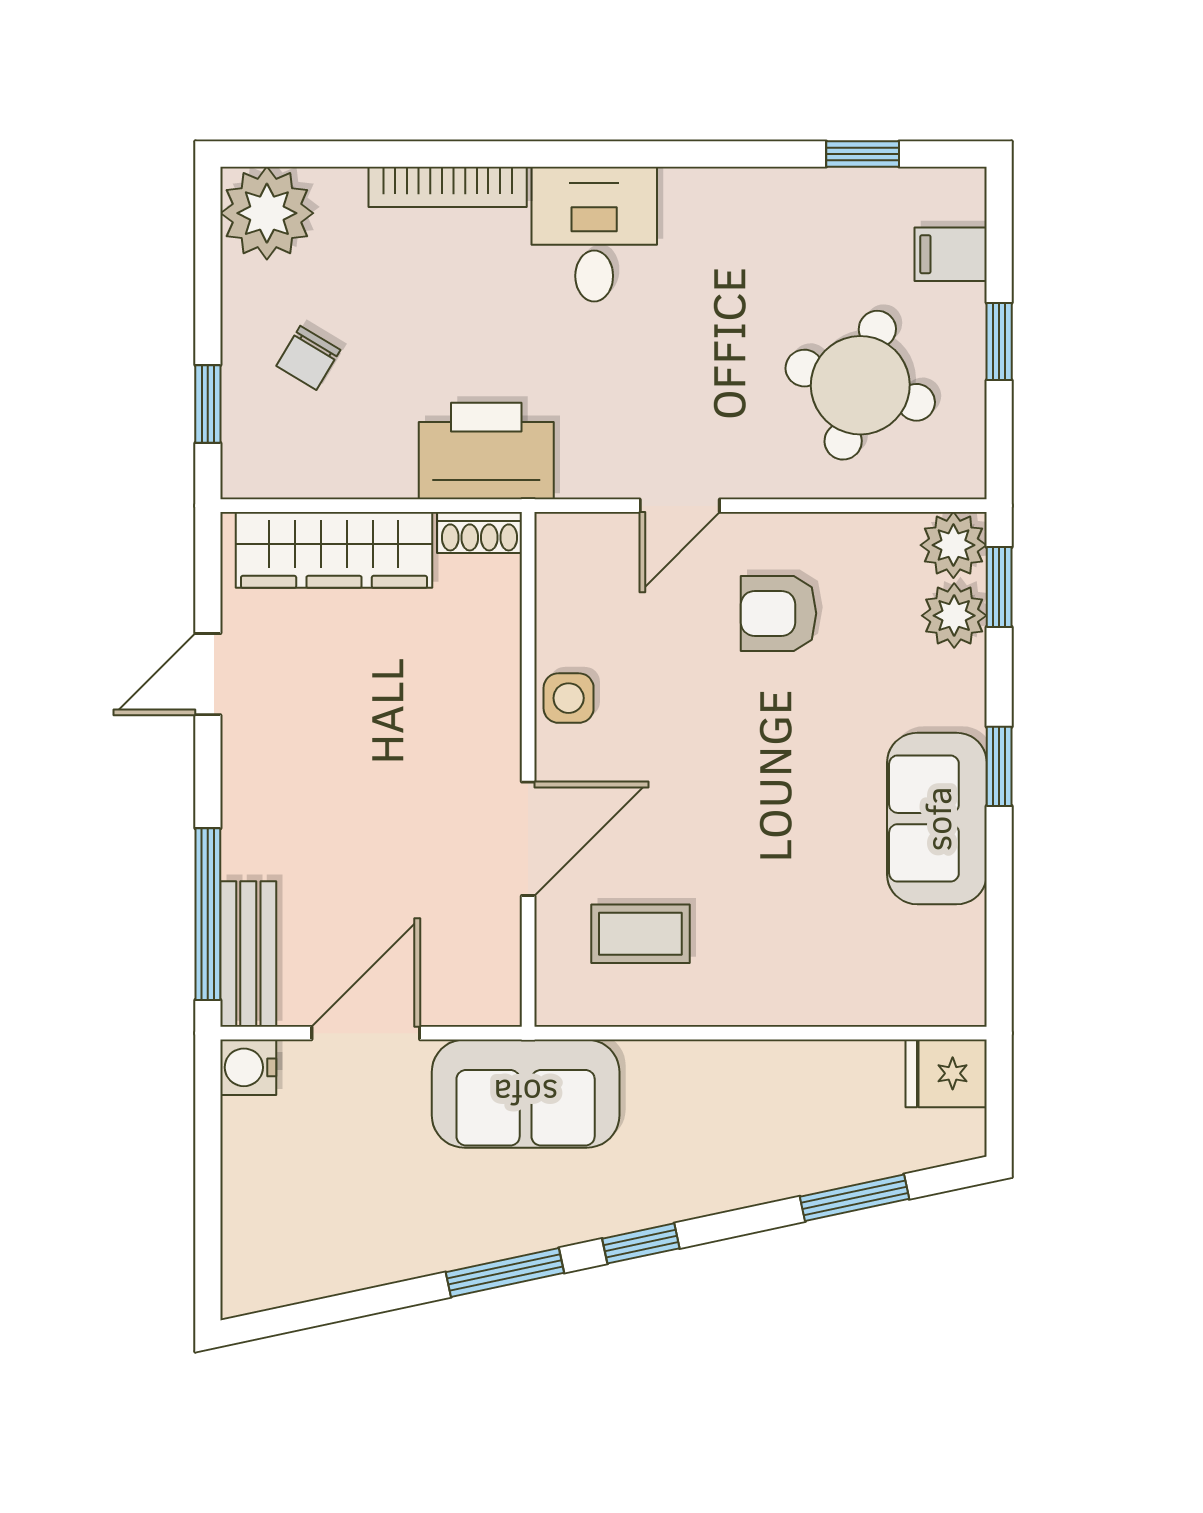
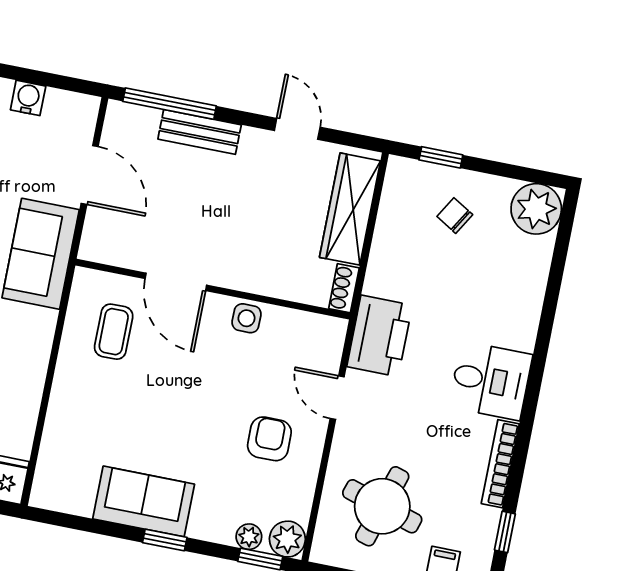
bookcase: (448, 187) -> (500, 464), moved
printer: (486, 451) -> (380, 336), moved
plant: (954, 616) -> (249, 537), width x0.73, depth x0.73
bench: (248, 954) -> (200, 132), moved
water cooler: (248, 1067) -> (28, 98), moved

